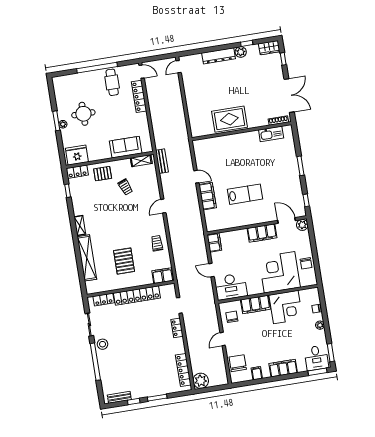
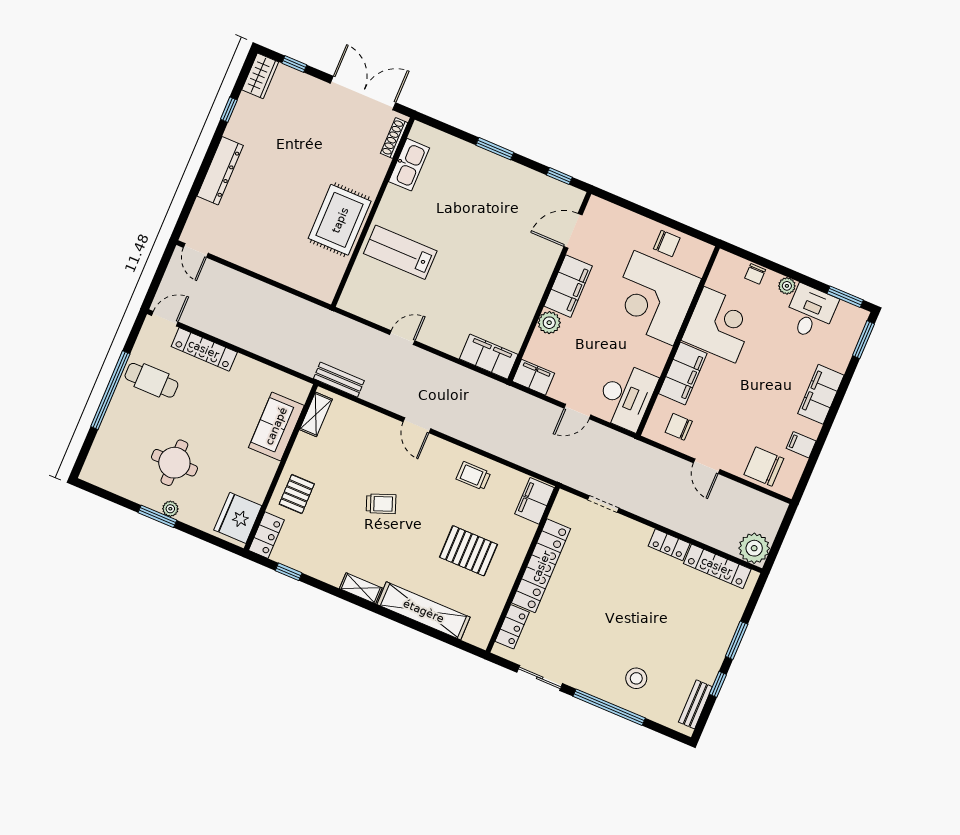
plant: (241, 52) -> (237, 129), removed
trolley: (125, 187) -> (381, 504), moved
lab bench: (245, 194) -> (400, 252), moved, turned -90
filing cabinet: (208, 196) -> (489, 357), moved
plant: (302, 225) -> (549, 323), moved
locker: (177, 328) -> (669, 545), moved
stool: (103, 344) -> (636, 678), moved
desk: (316, 358) -> (811, 312), moved, turned -90

